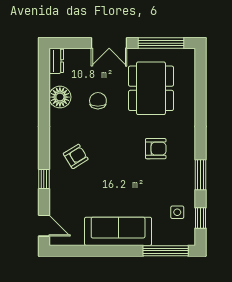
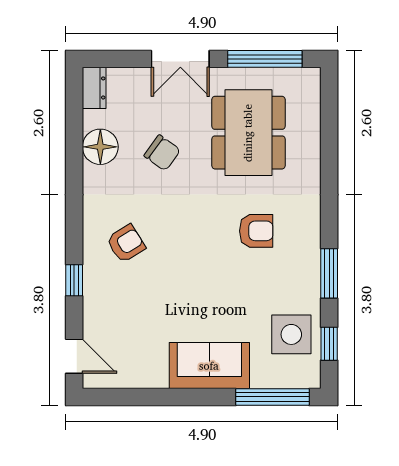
chair: (98, 101) -> (162, 153), turned 126
side table: (177, 212) -> (291, 334), width x1.87, depth x1.87
sofa: (118, 231) -> (209, 366), width x0.73

